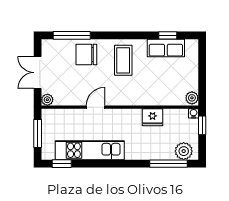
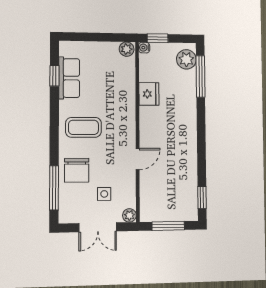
side table: (66, 78) -> (104, 194), added
door: (96, 107) -> (138, 159), swing flipped
kitchen unit: (90, 150) -> (187, 166), removed

